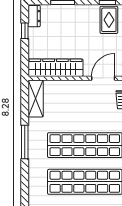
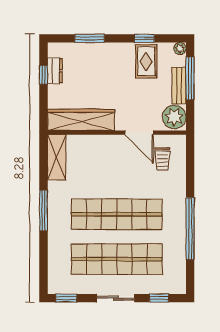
dresser: (34, 16) -> (55, 71), moved
door: (103, 78) -> (139, 133), swing flipped

